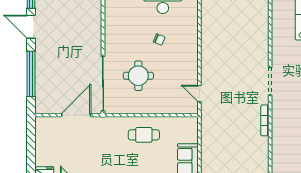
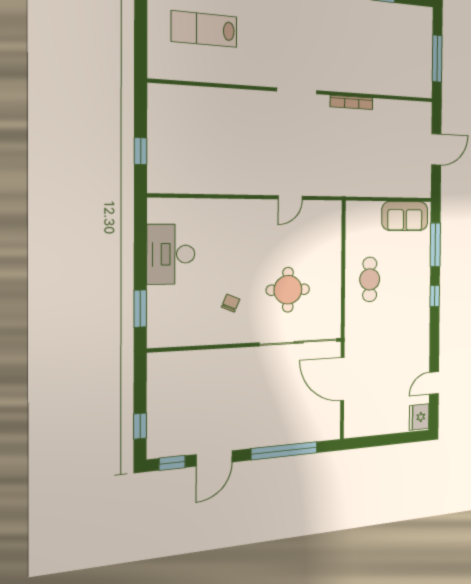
chair: (159, 40) -> (231, 303), moved
door: (199, 94) -> (290, 198), moved

